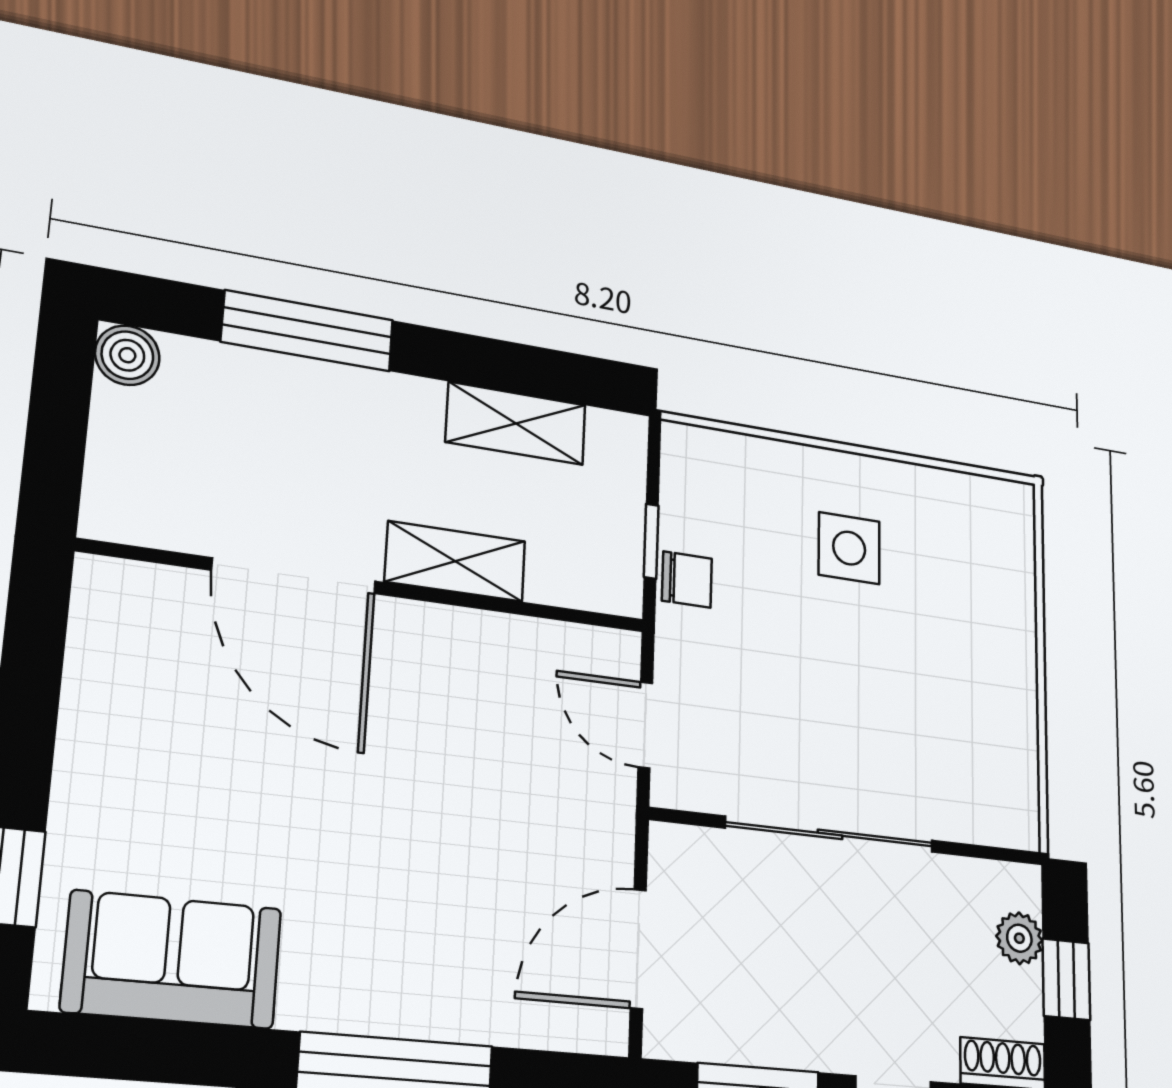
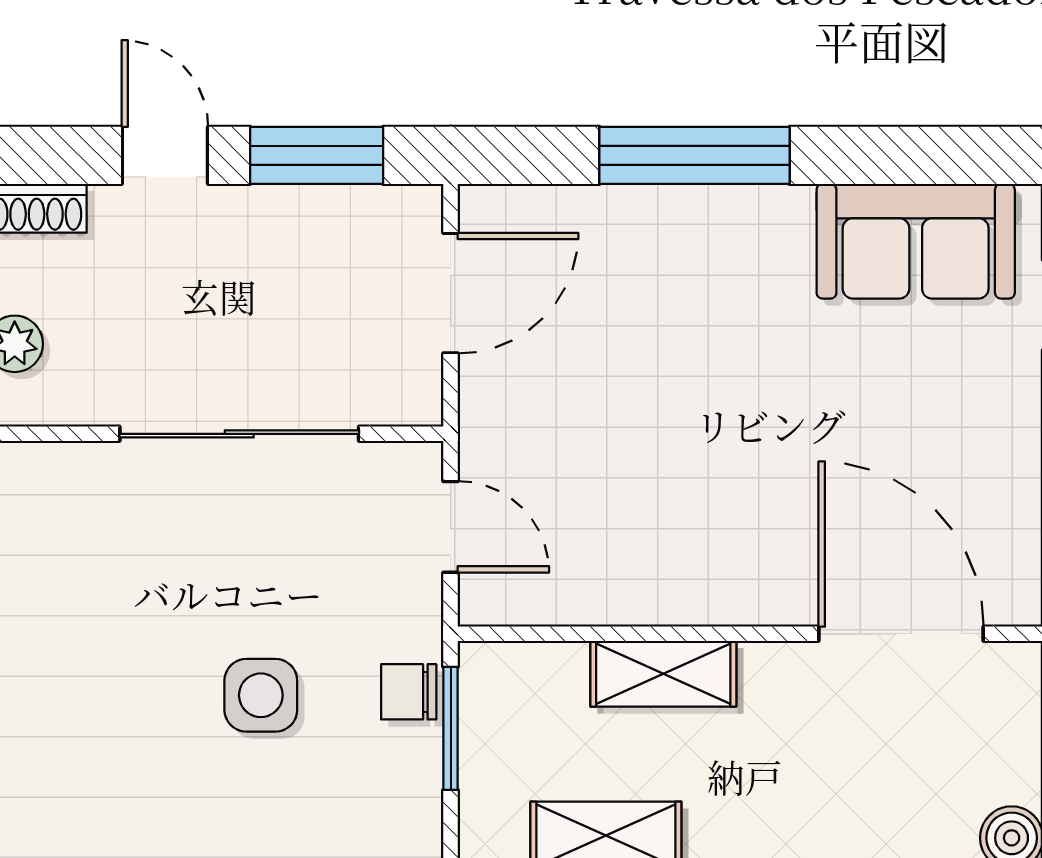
window: (651, 541) -> (451, 728), width x1.50
side table: (849, 548) -> (261, 695), moved
door: (294, 576) -> (901, 634), moved

